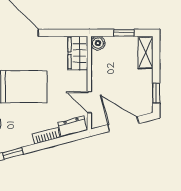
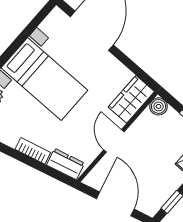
door: (89, 102) -> (114, 141), moved

